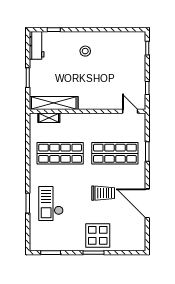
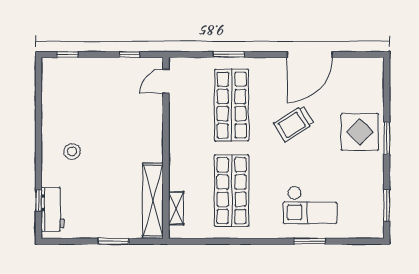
workbench: (37, 45) -> (53, 209), moved, turned 90
trolley: (103, 193) -> (294, 124), turned -122

